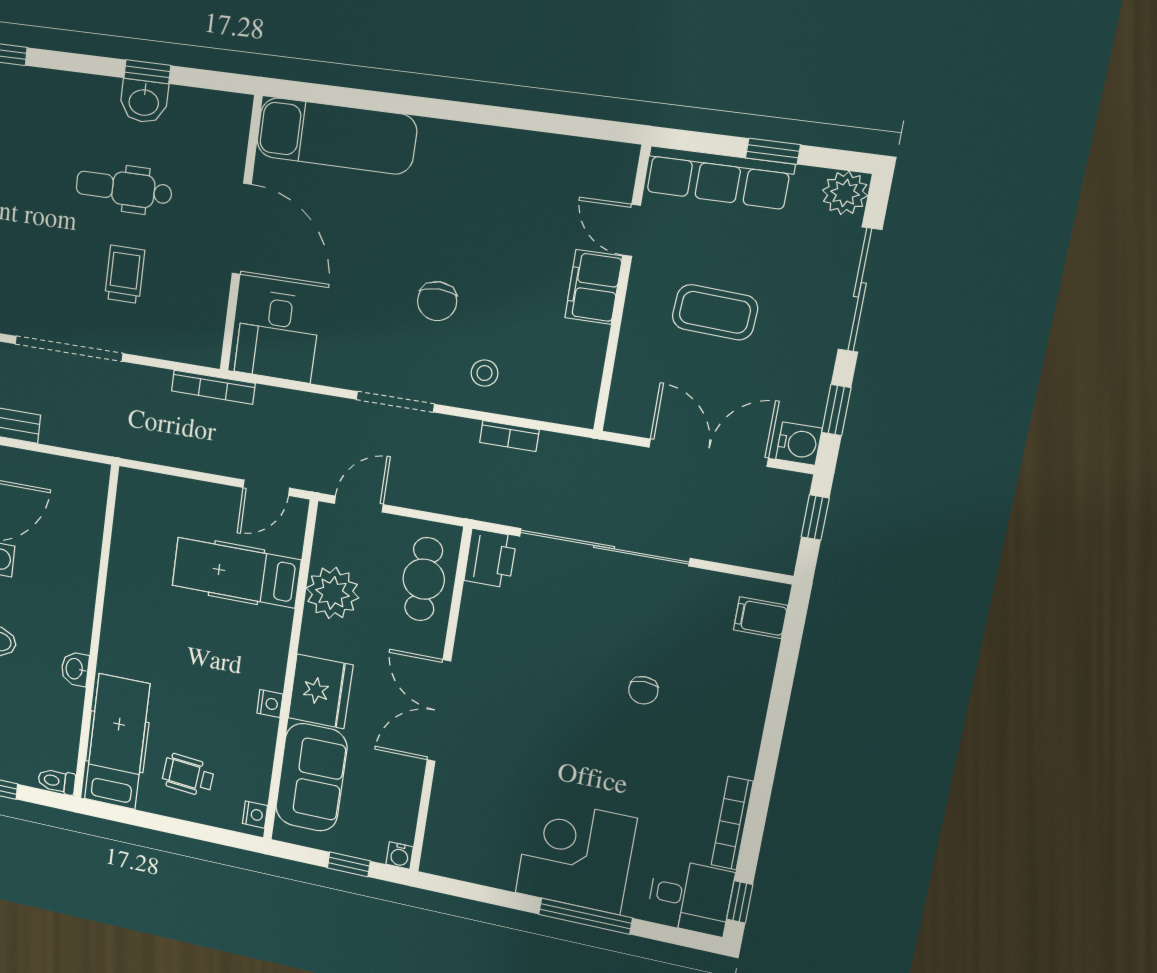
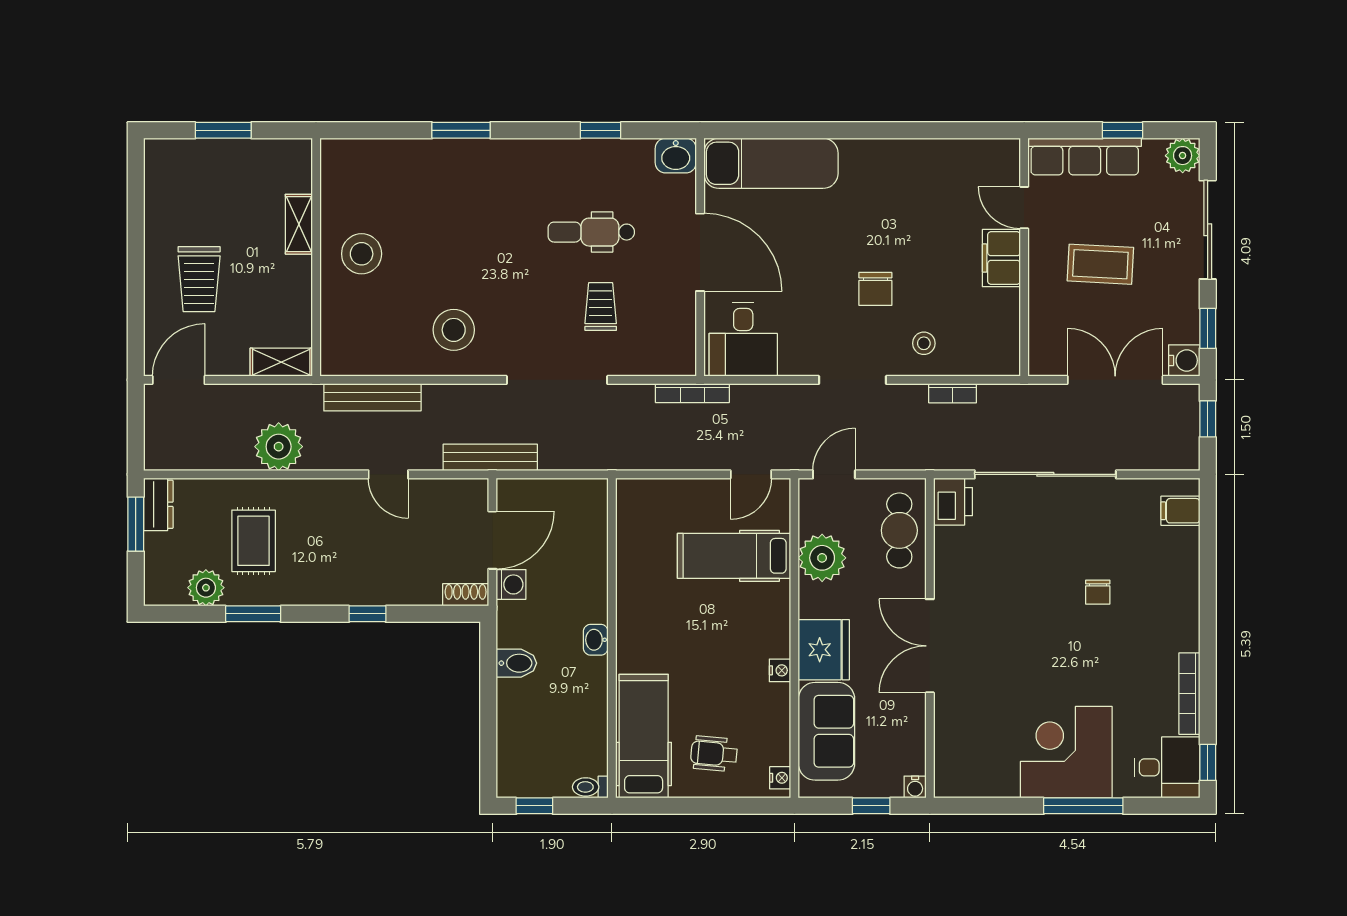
washbasin: (144, 101) -> (676, 156), moved
washbasin: (75, 669) -> (596, 640), moved

